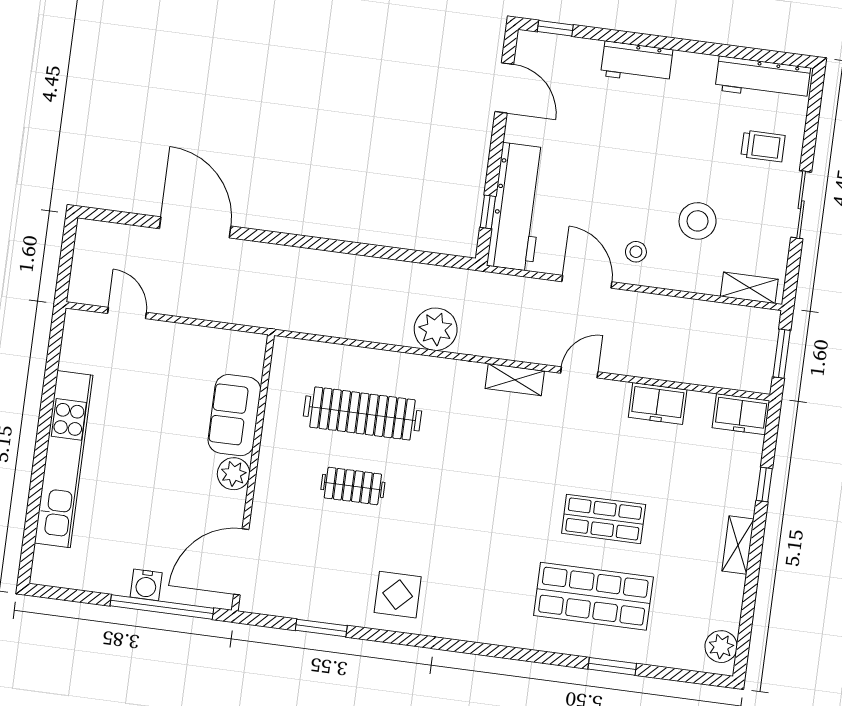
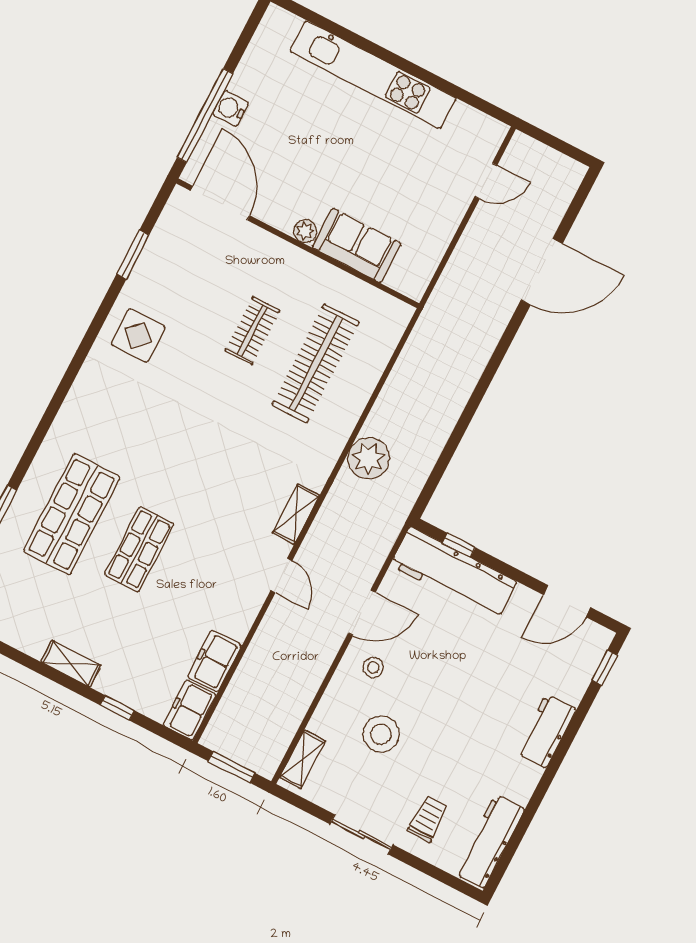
trolley: (763, 146) -> (428, 819), turned 180
freezer: (658, 404) -> (214, 661), moved
plant: (234, 474) -> (305, 231), width x0.73, depth x0.73

